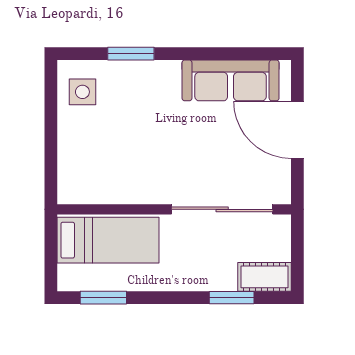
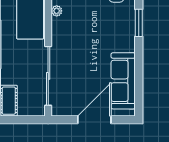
plant: (110, 195) -> (57, 11), added

